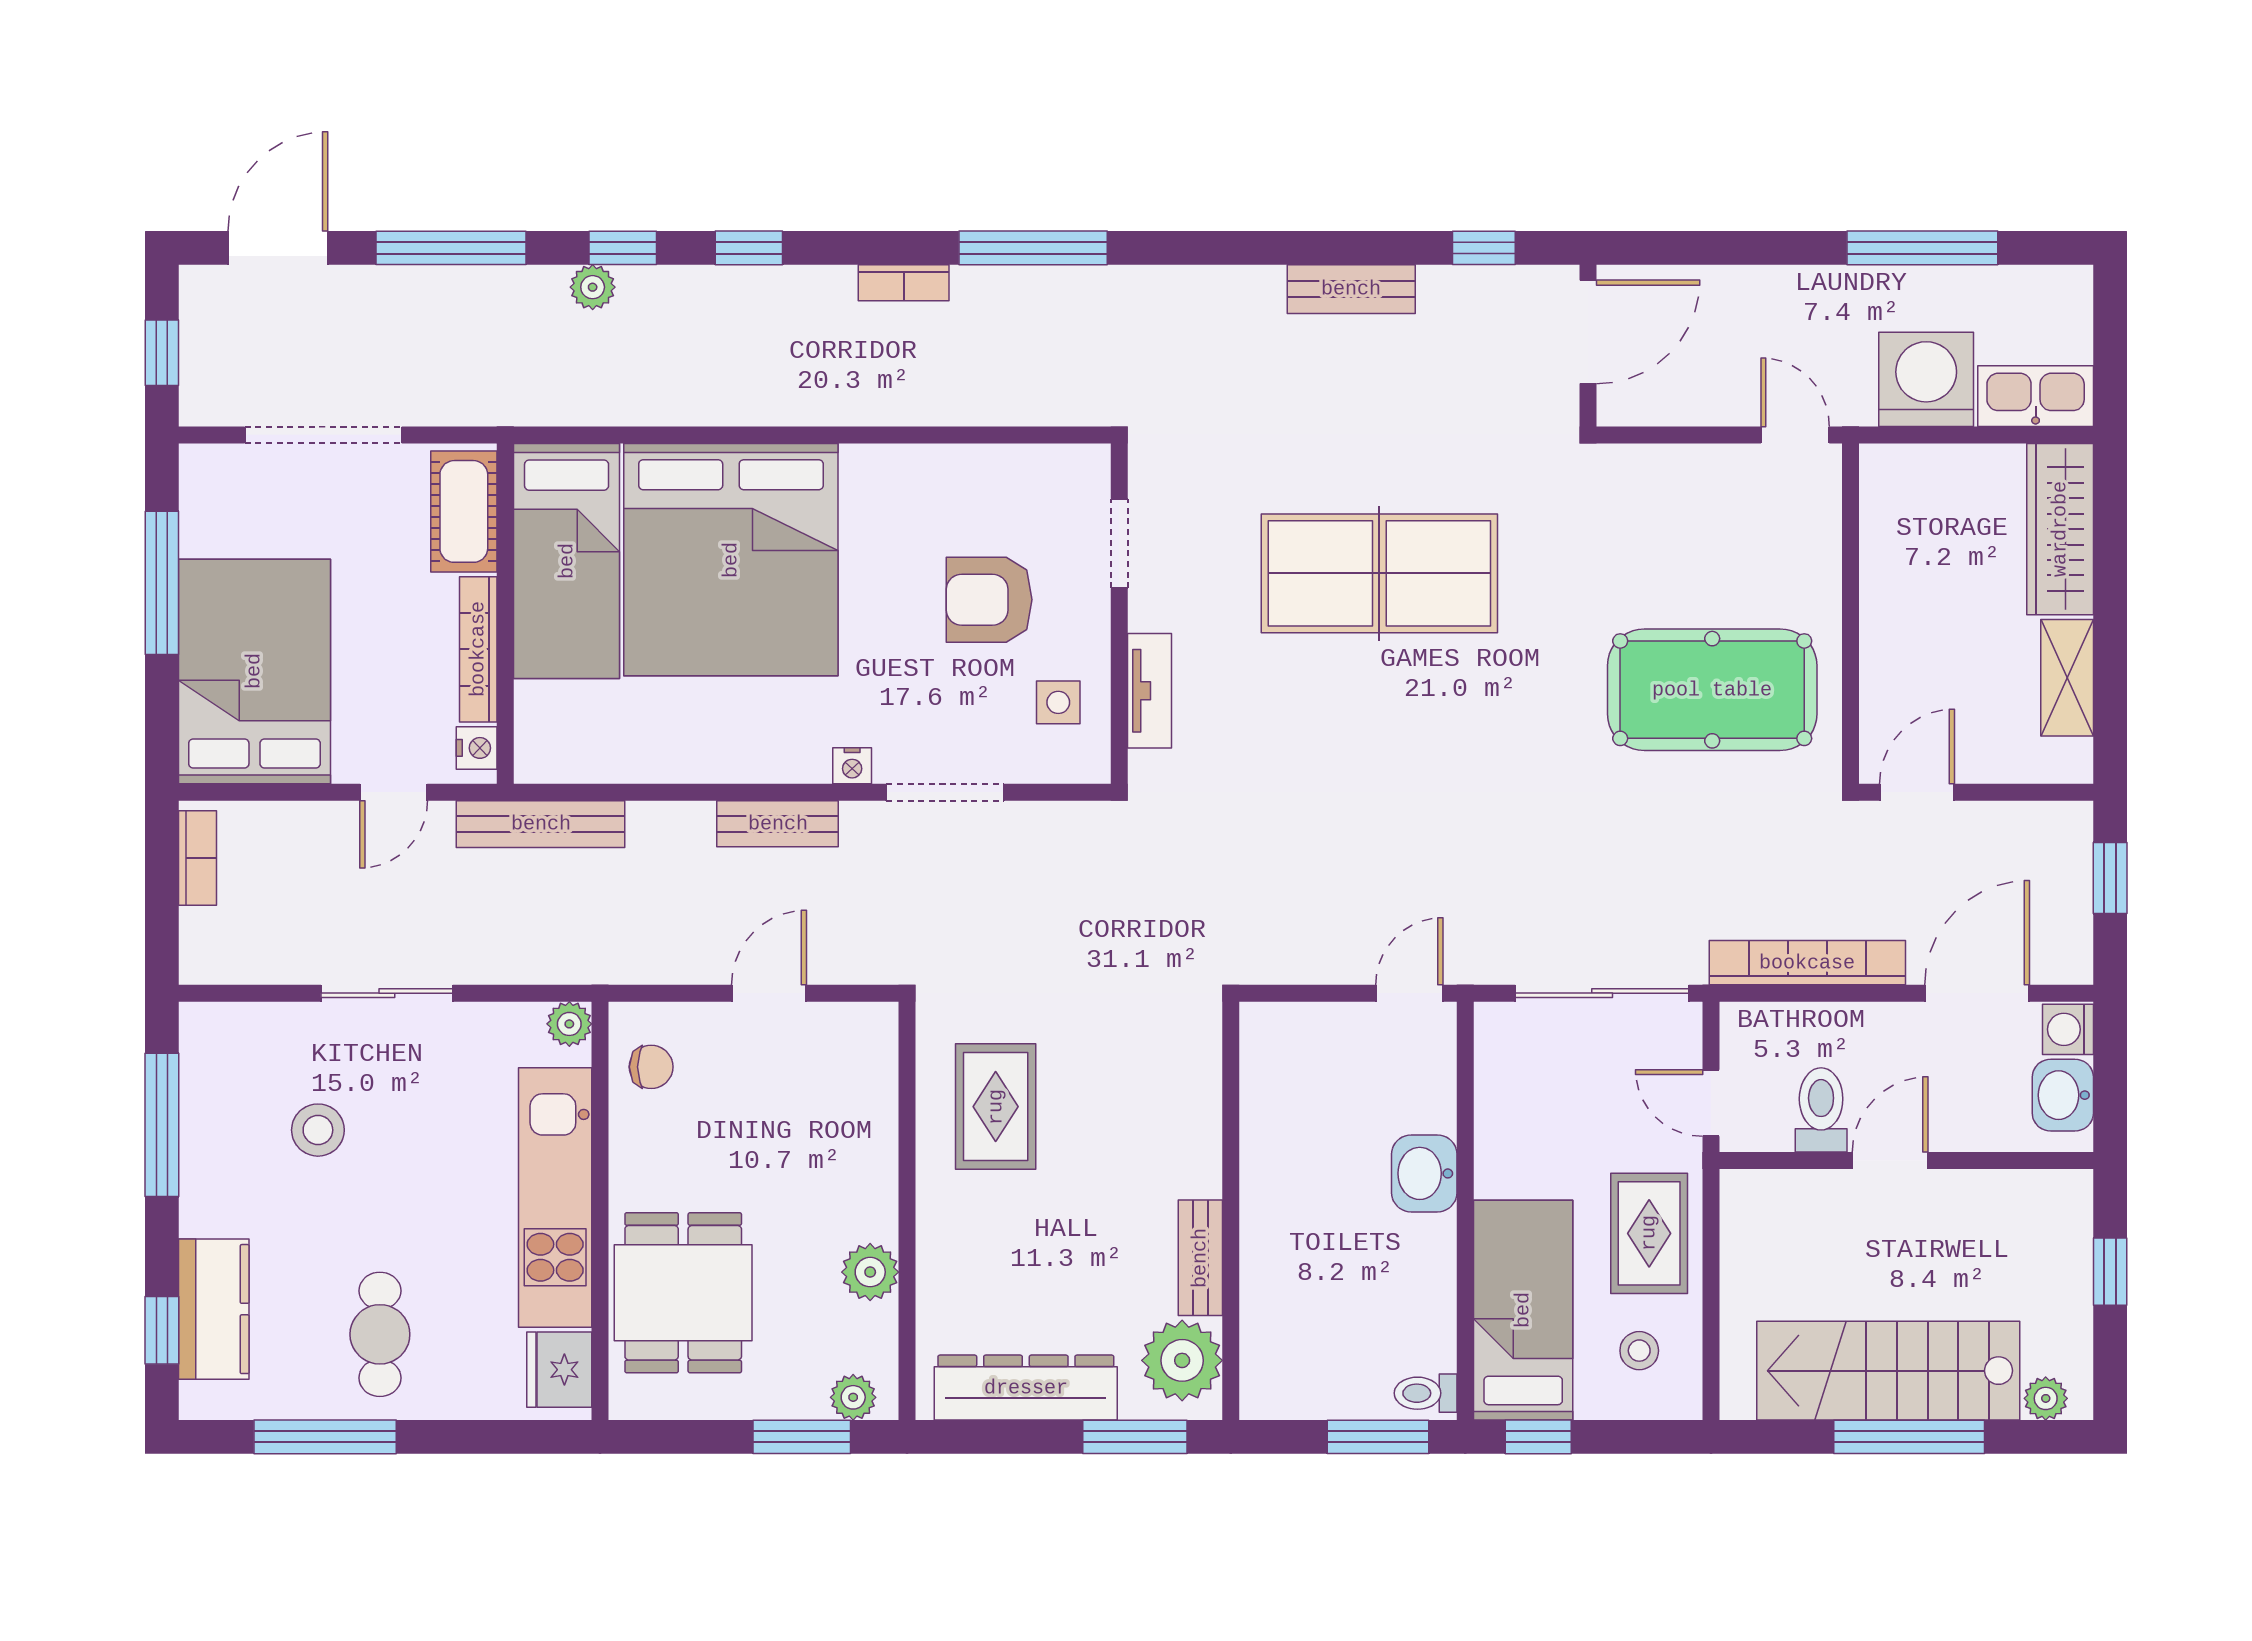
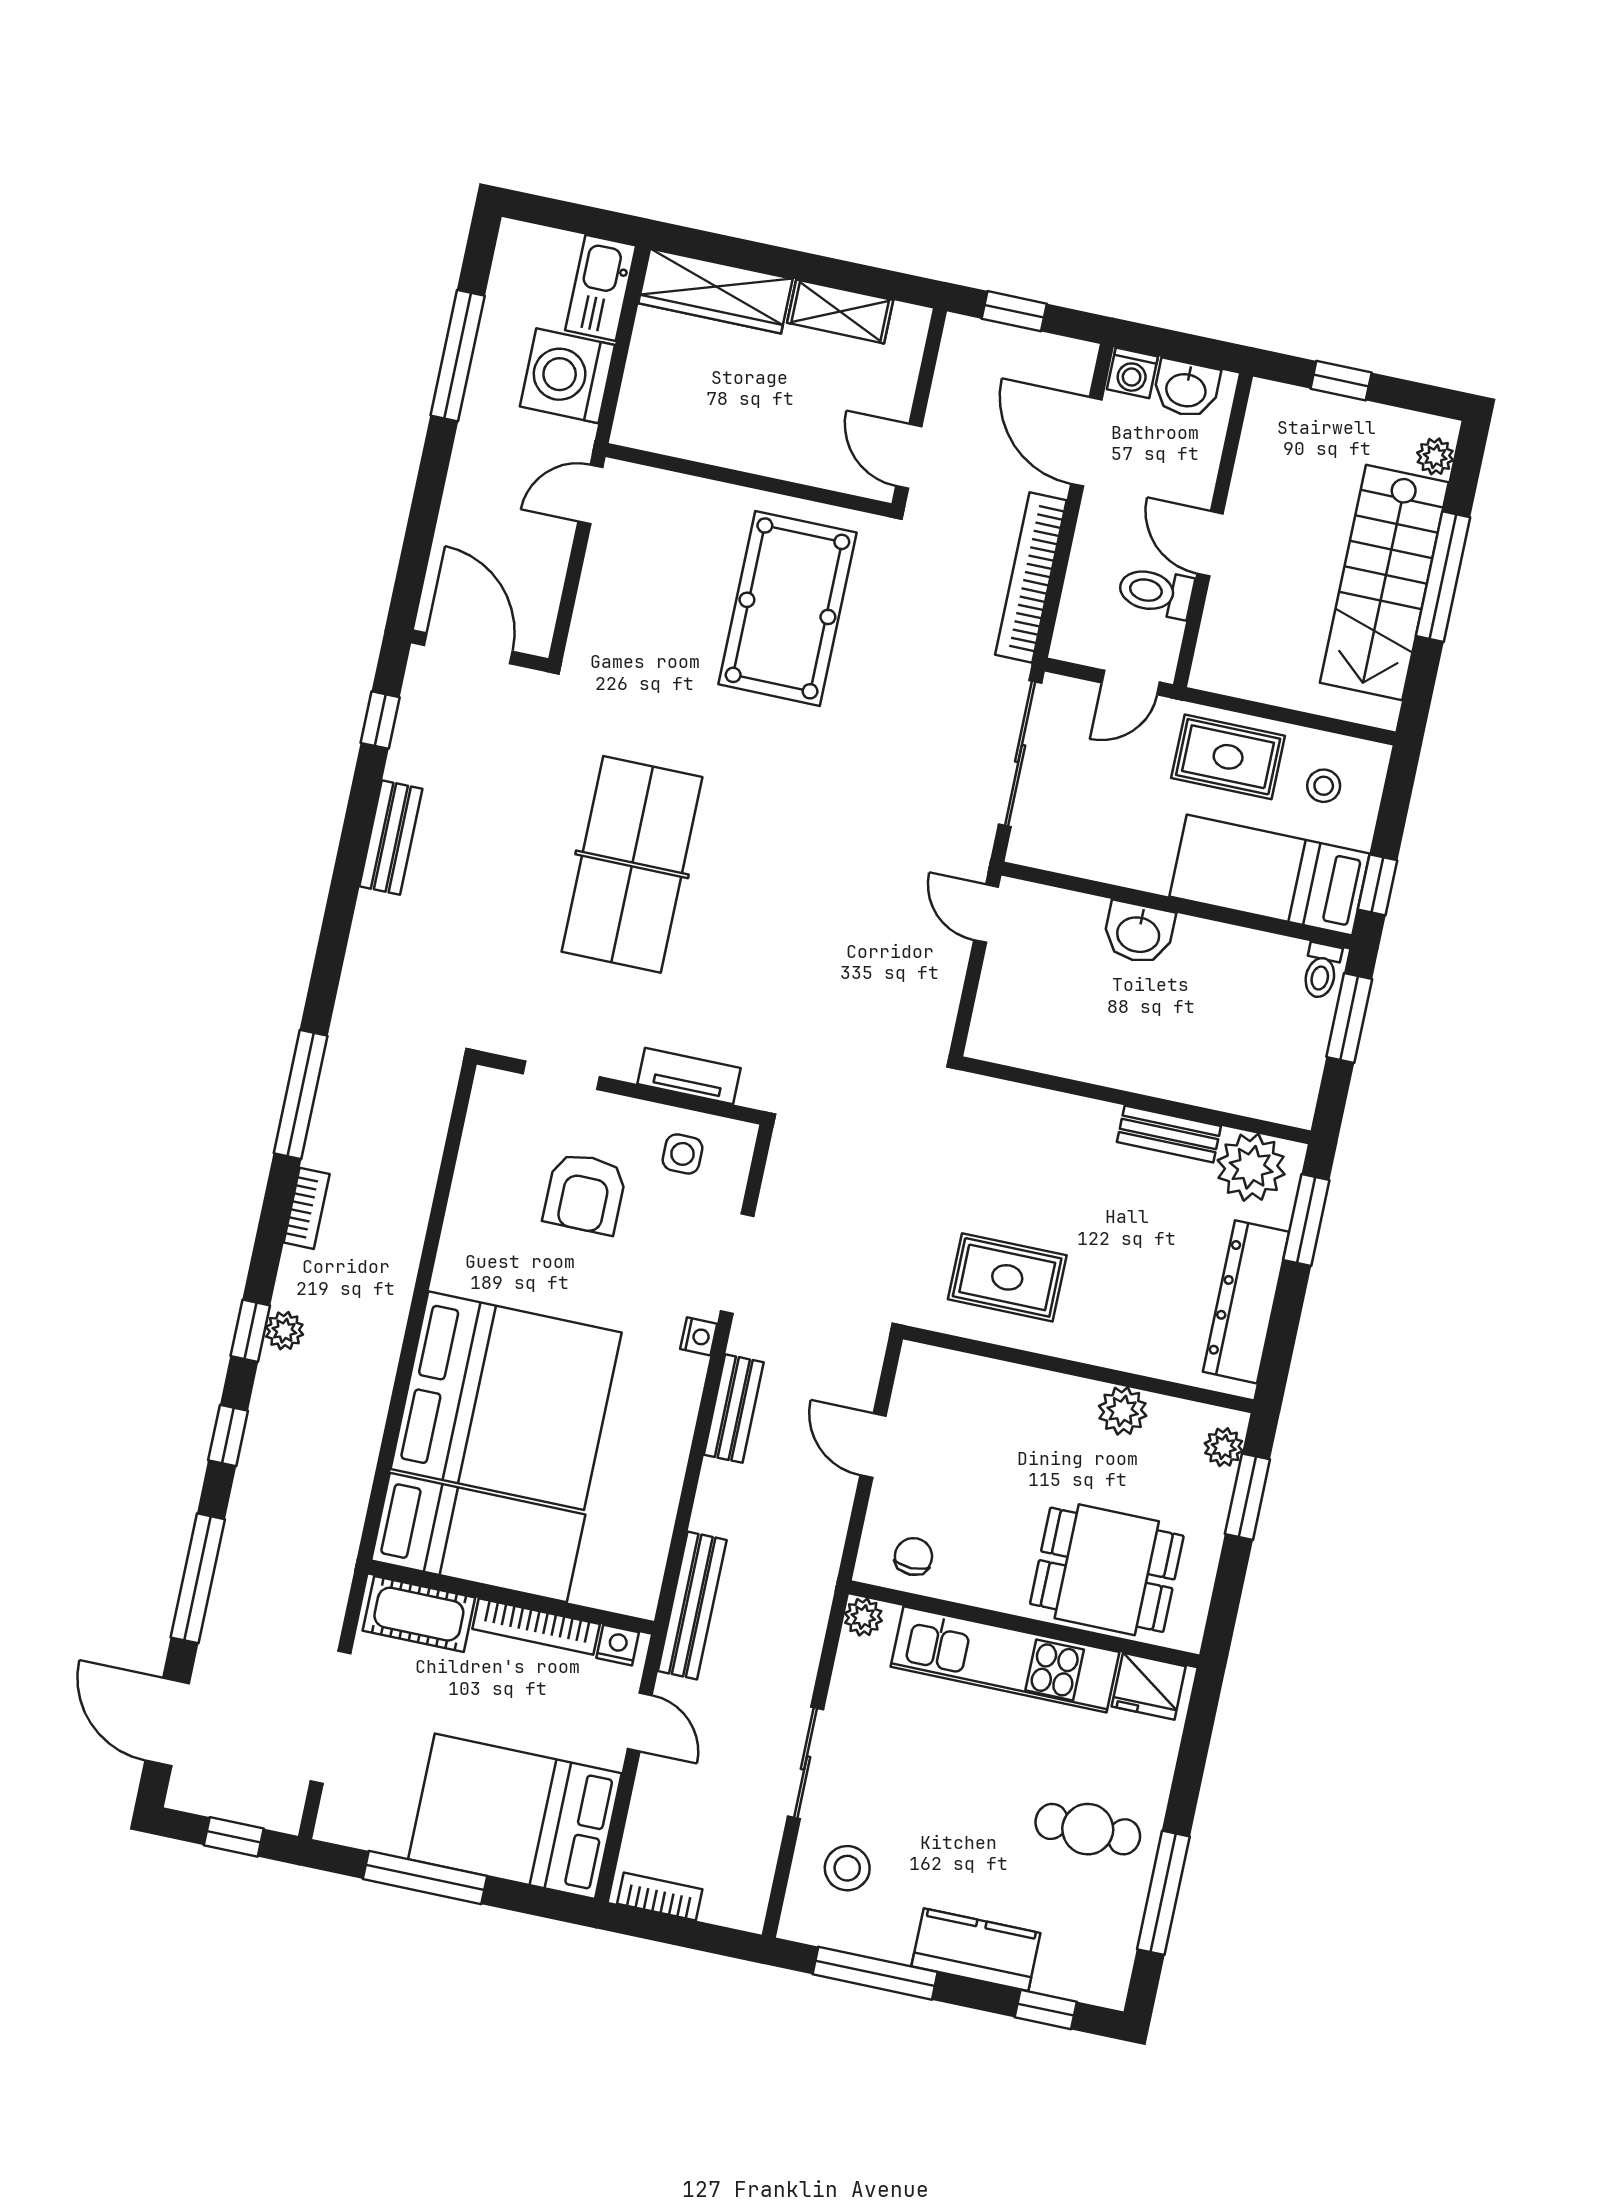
plant: (593, 287) -> (284, 1331), moved
stool: (318, 1130) -> (847, 1868), moved
kitchen counter: (214, 1309) -> (976, 1950), moved

